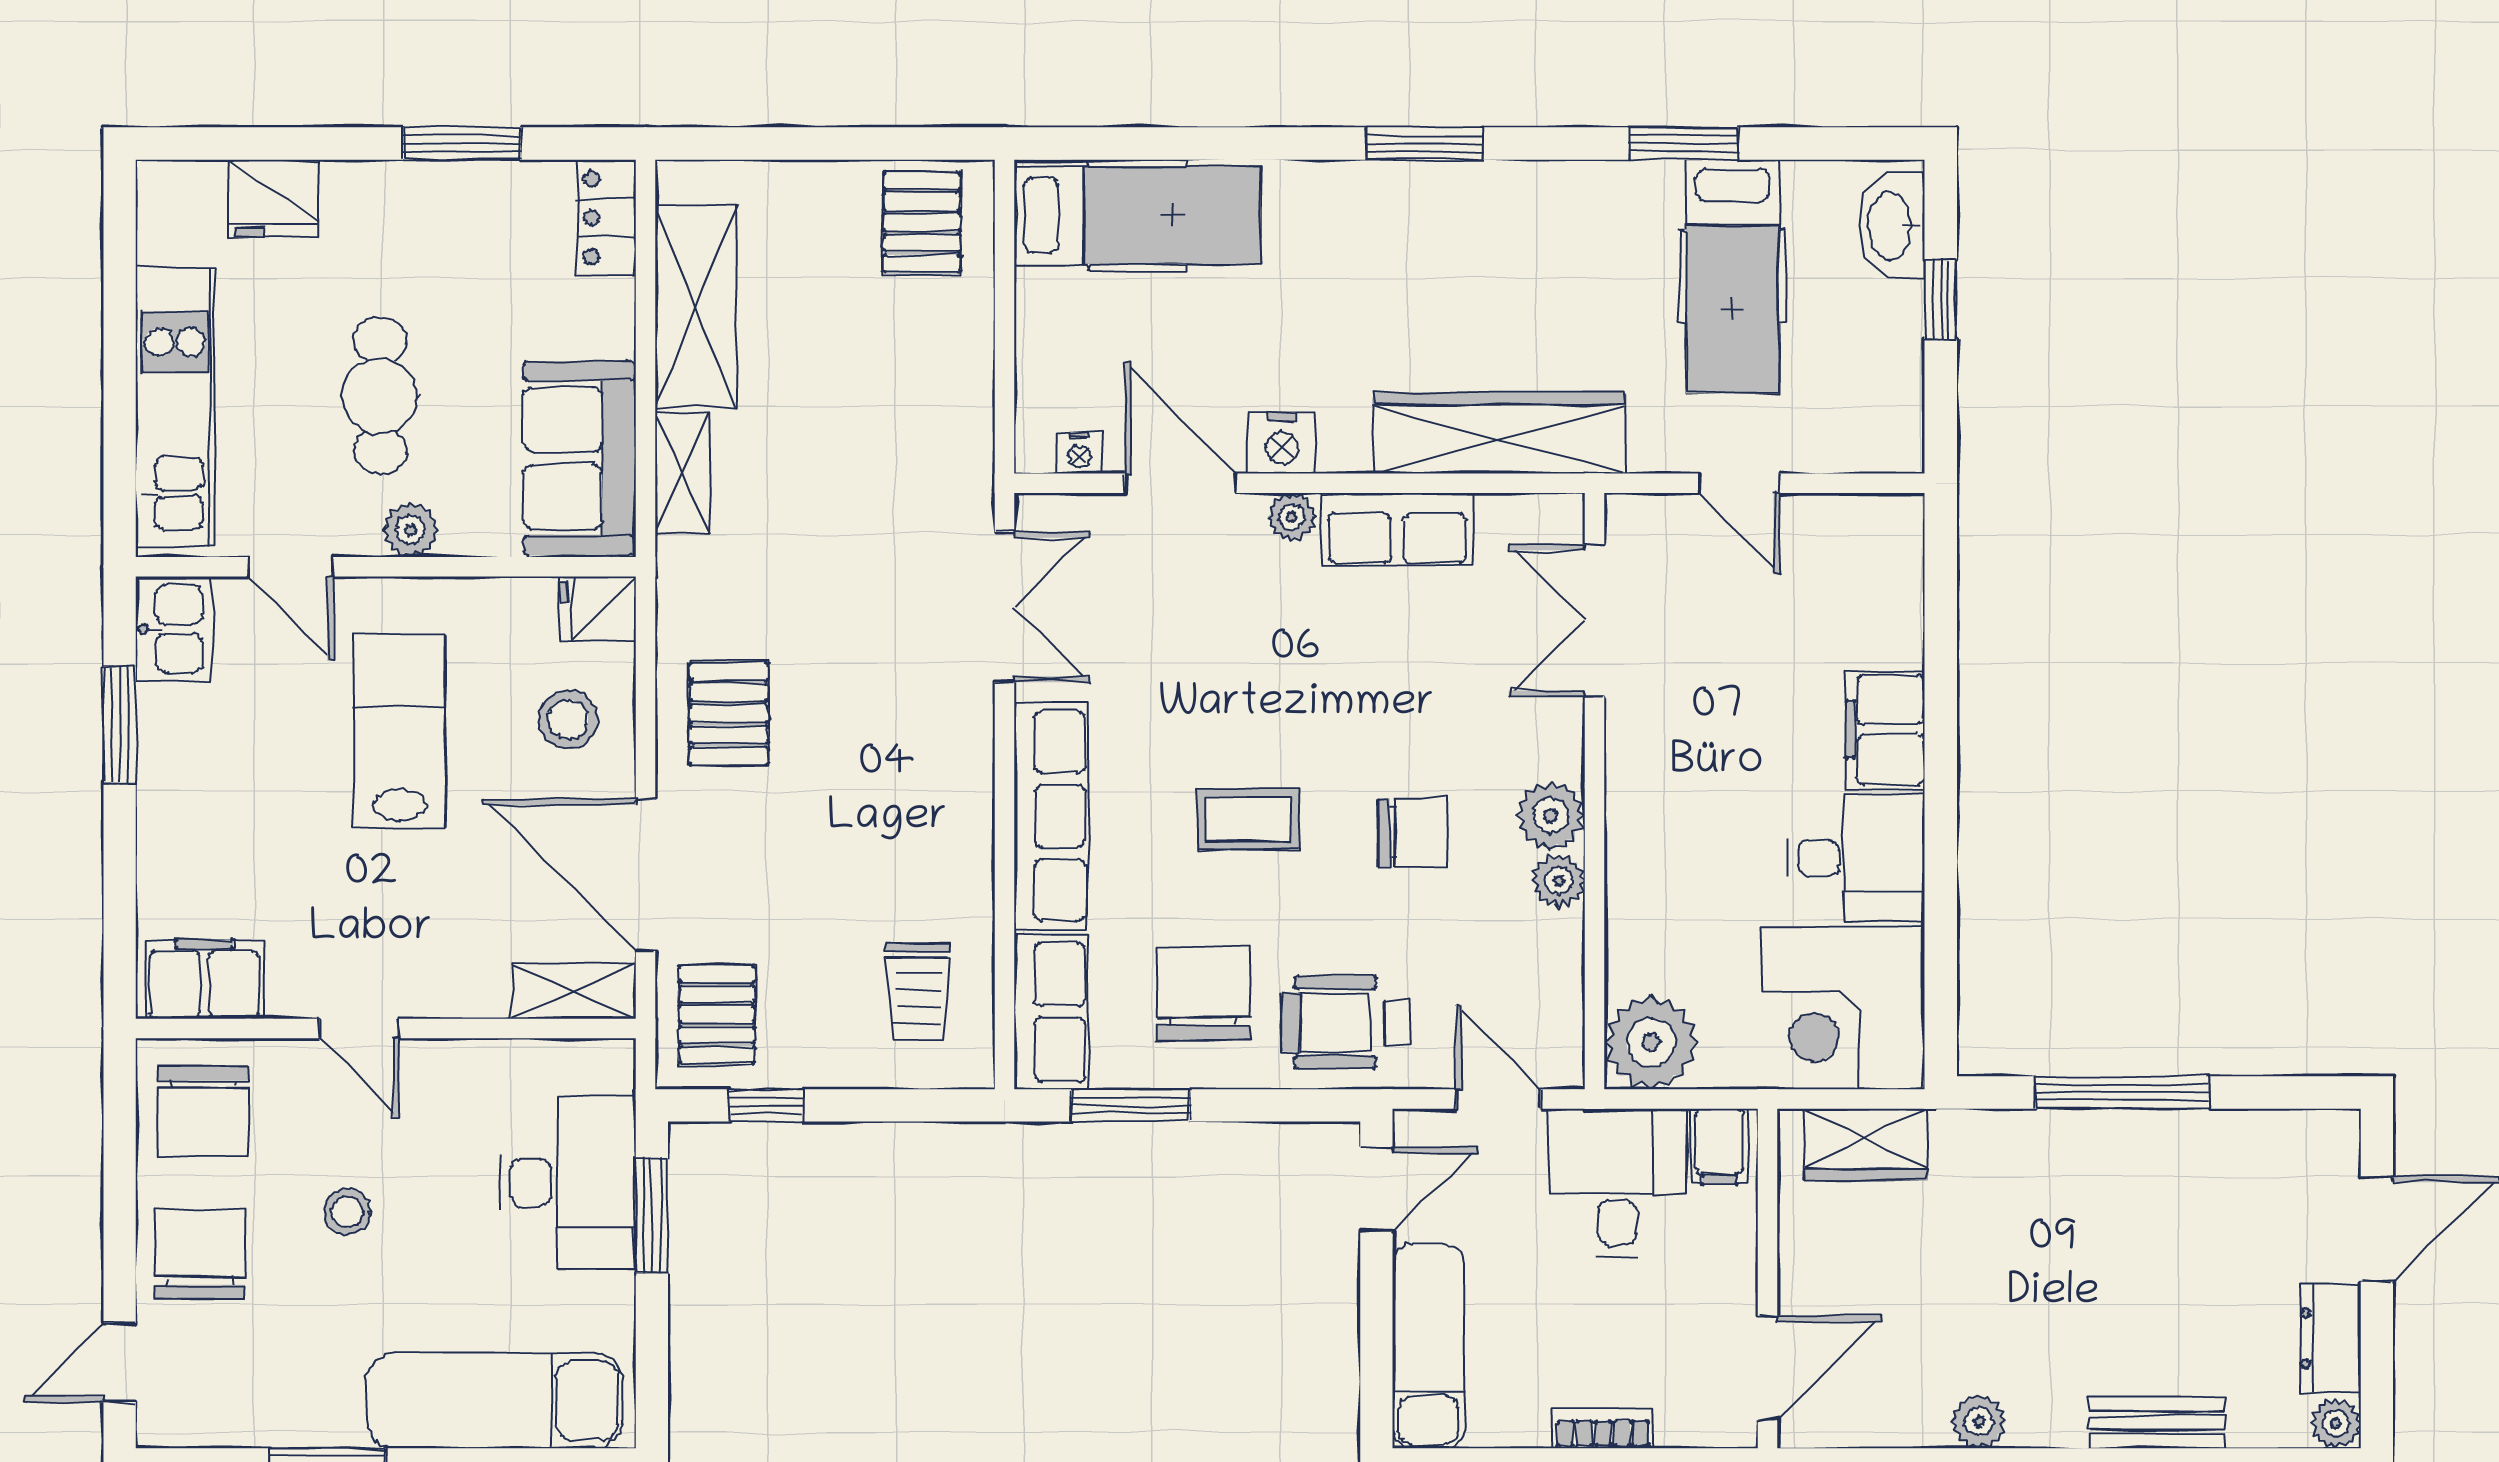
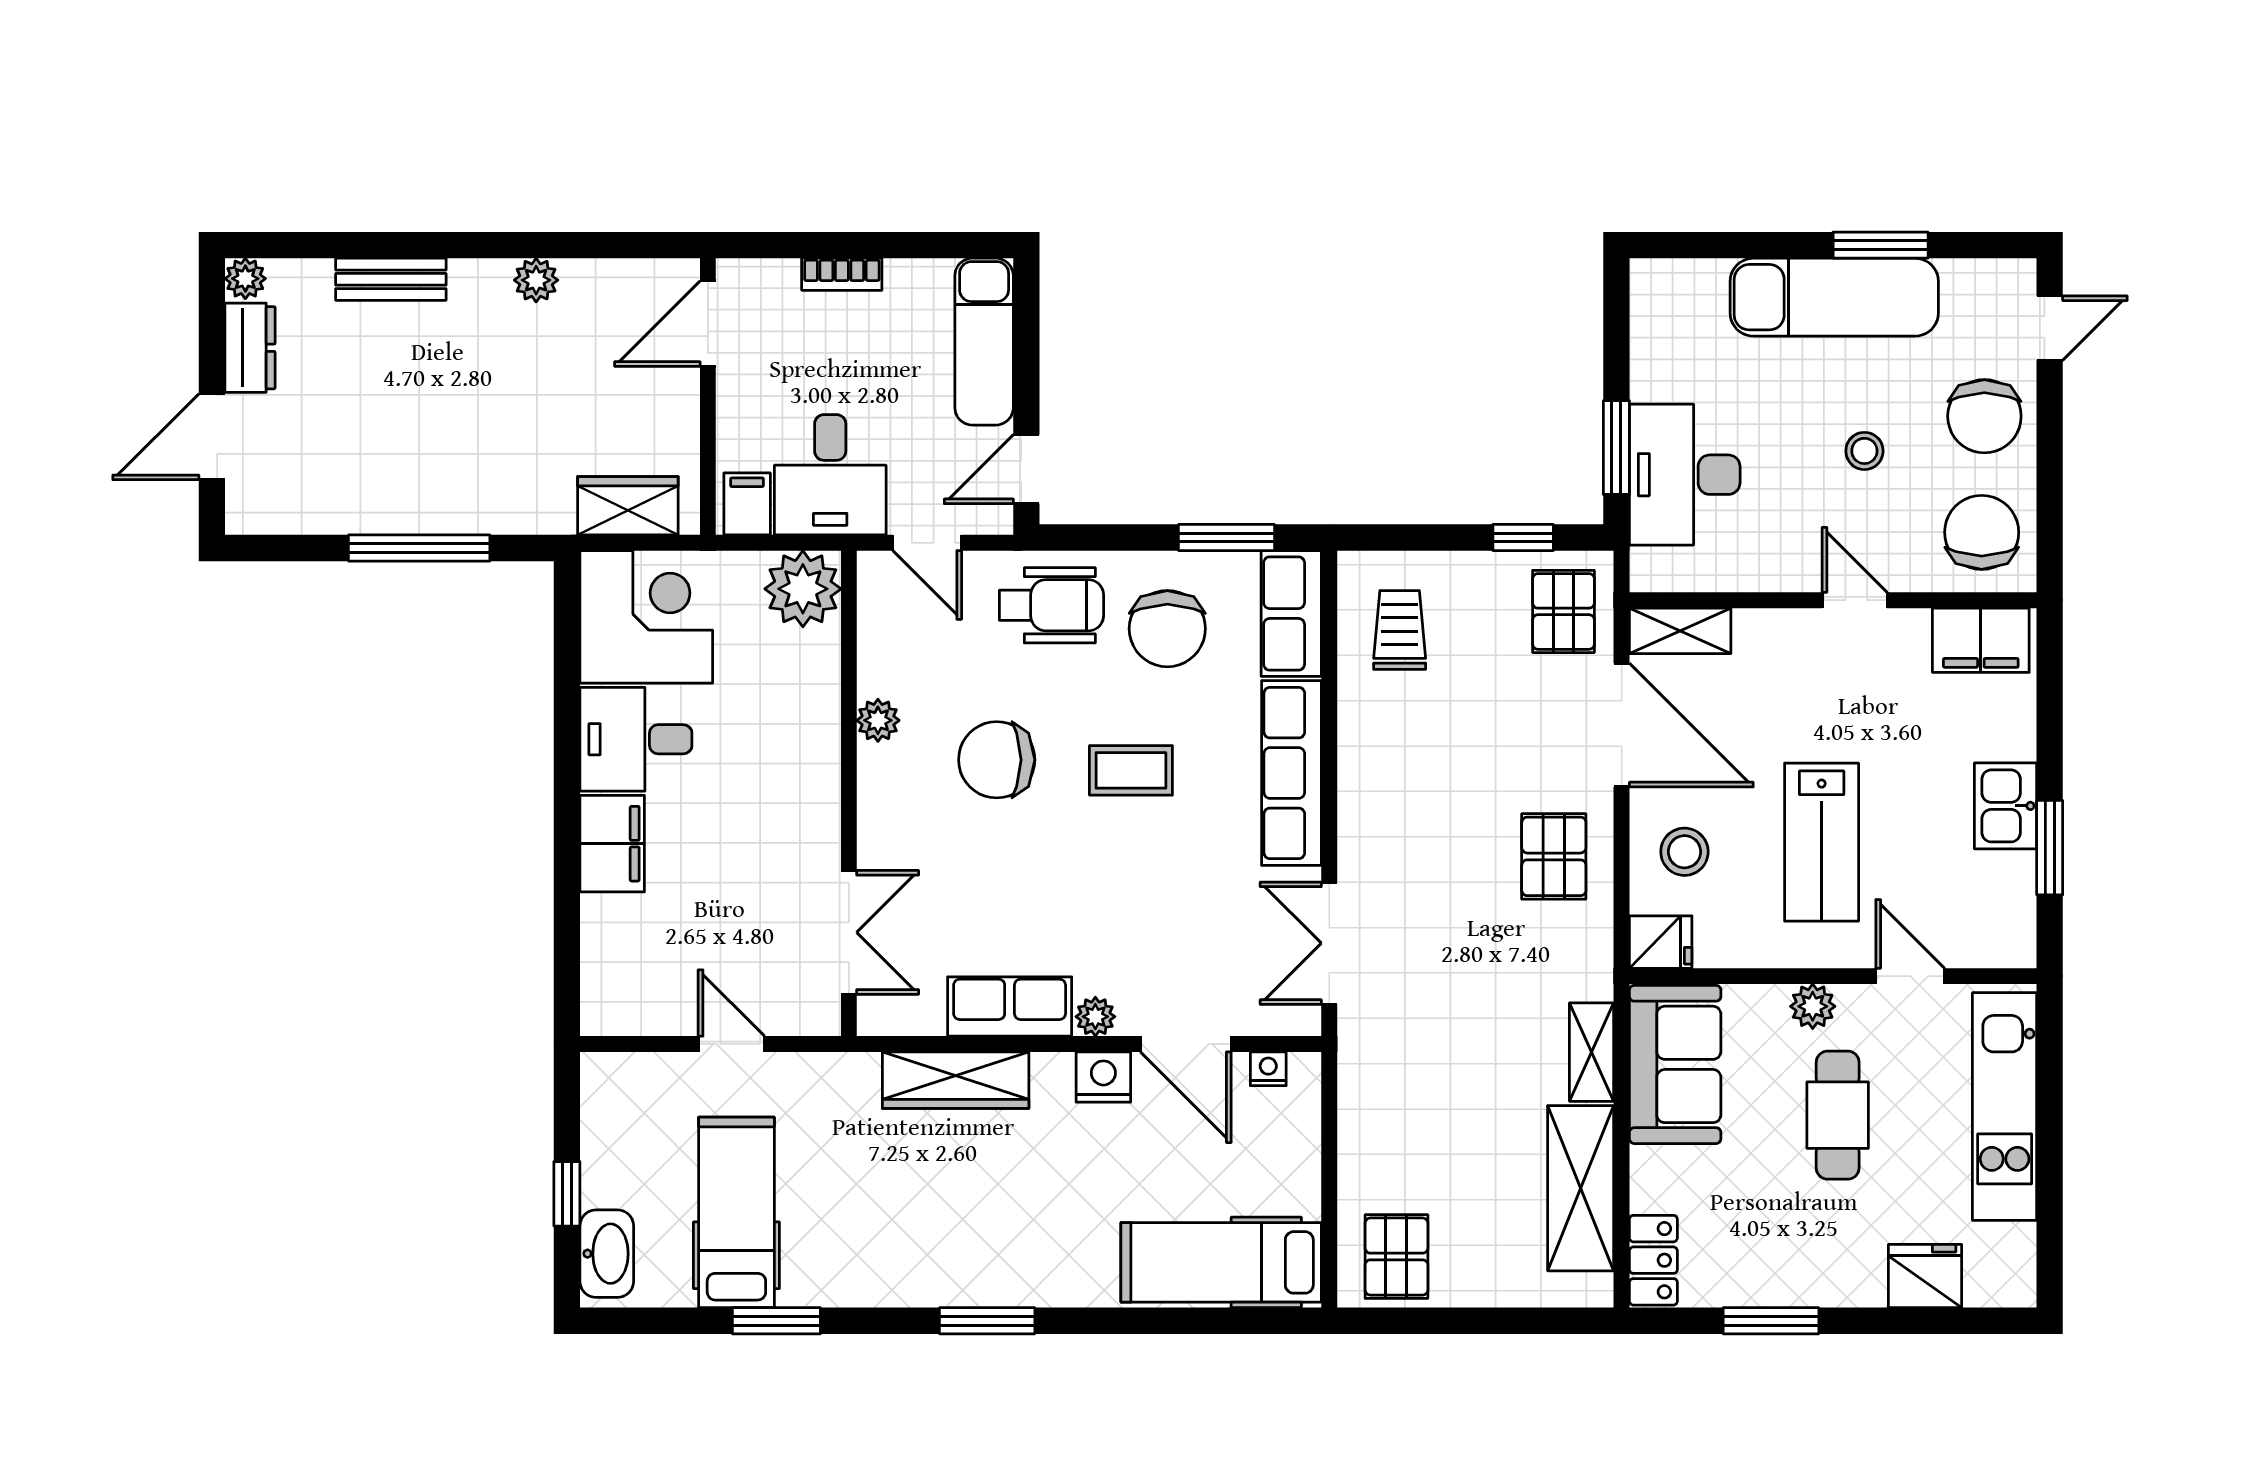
wardrobe: (1499, 433) -> (956, 1080), width x0.71, depth x0.85
kitchen sink: (174, 629) -> (2005, 806), moved
plant: (1551, 816) -> (884, 774), removed
chair: (1413, 832) -> (997, 760), width x1.37, depth x1.37
exam couch: (494, 1401) -> (1834, 297), moved

